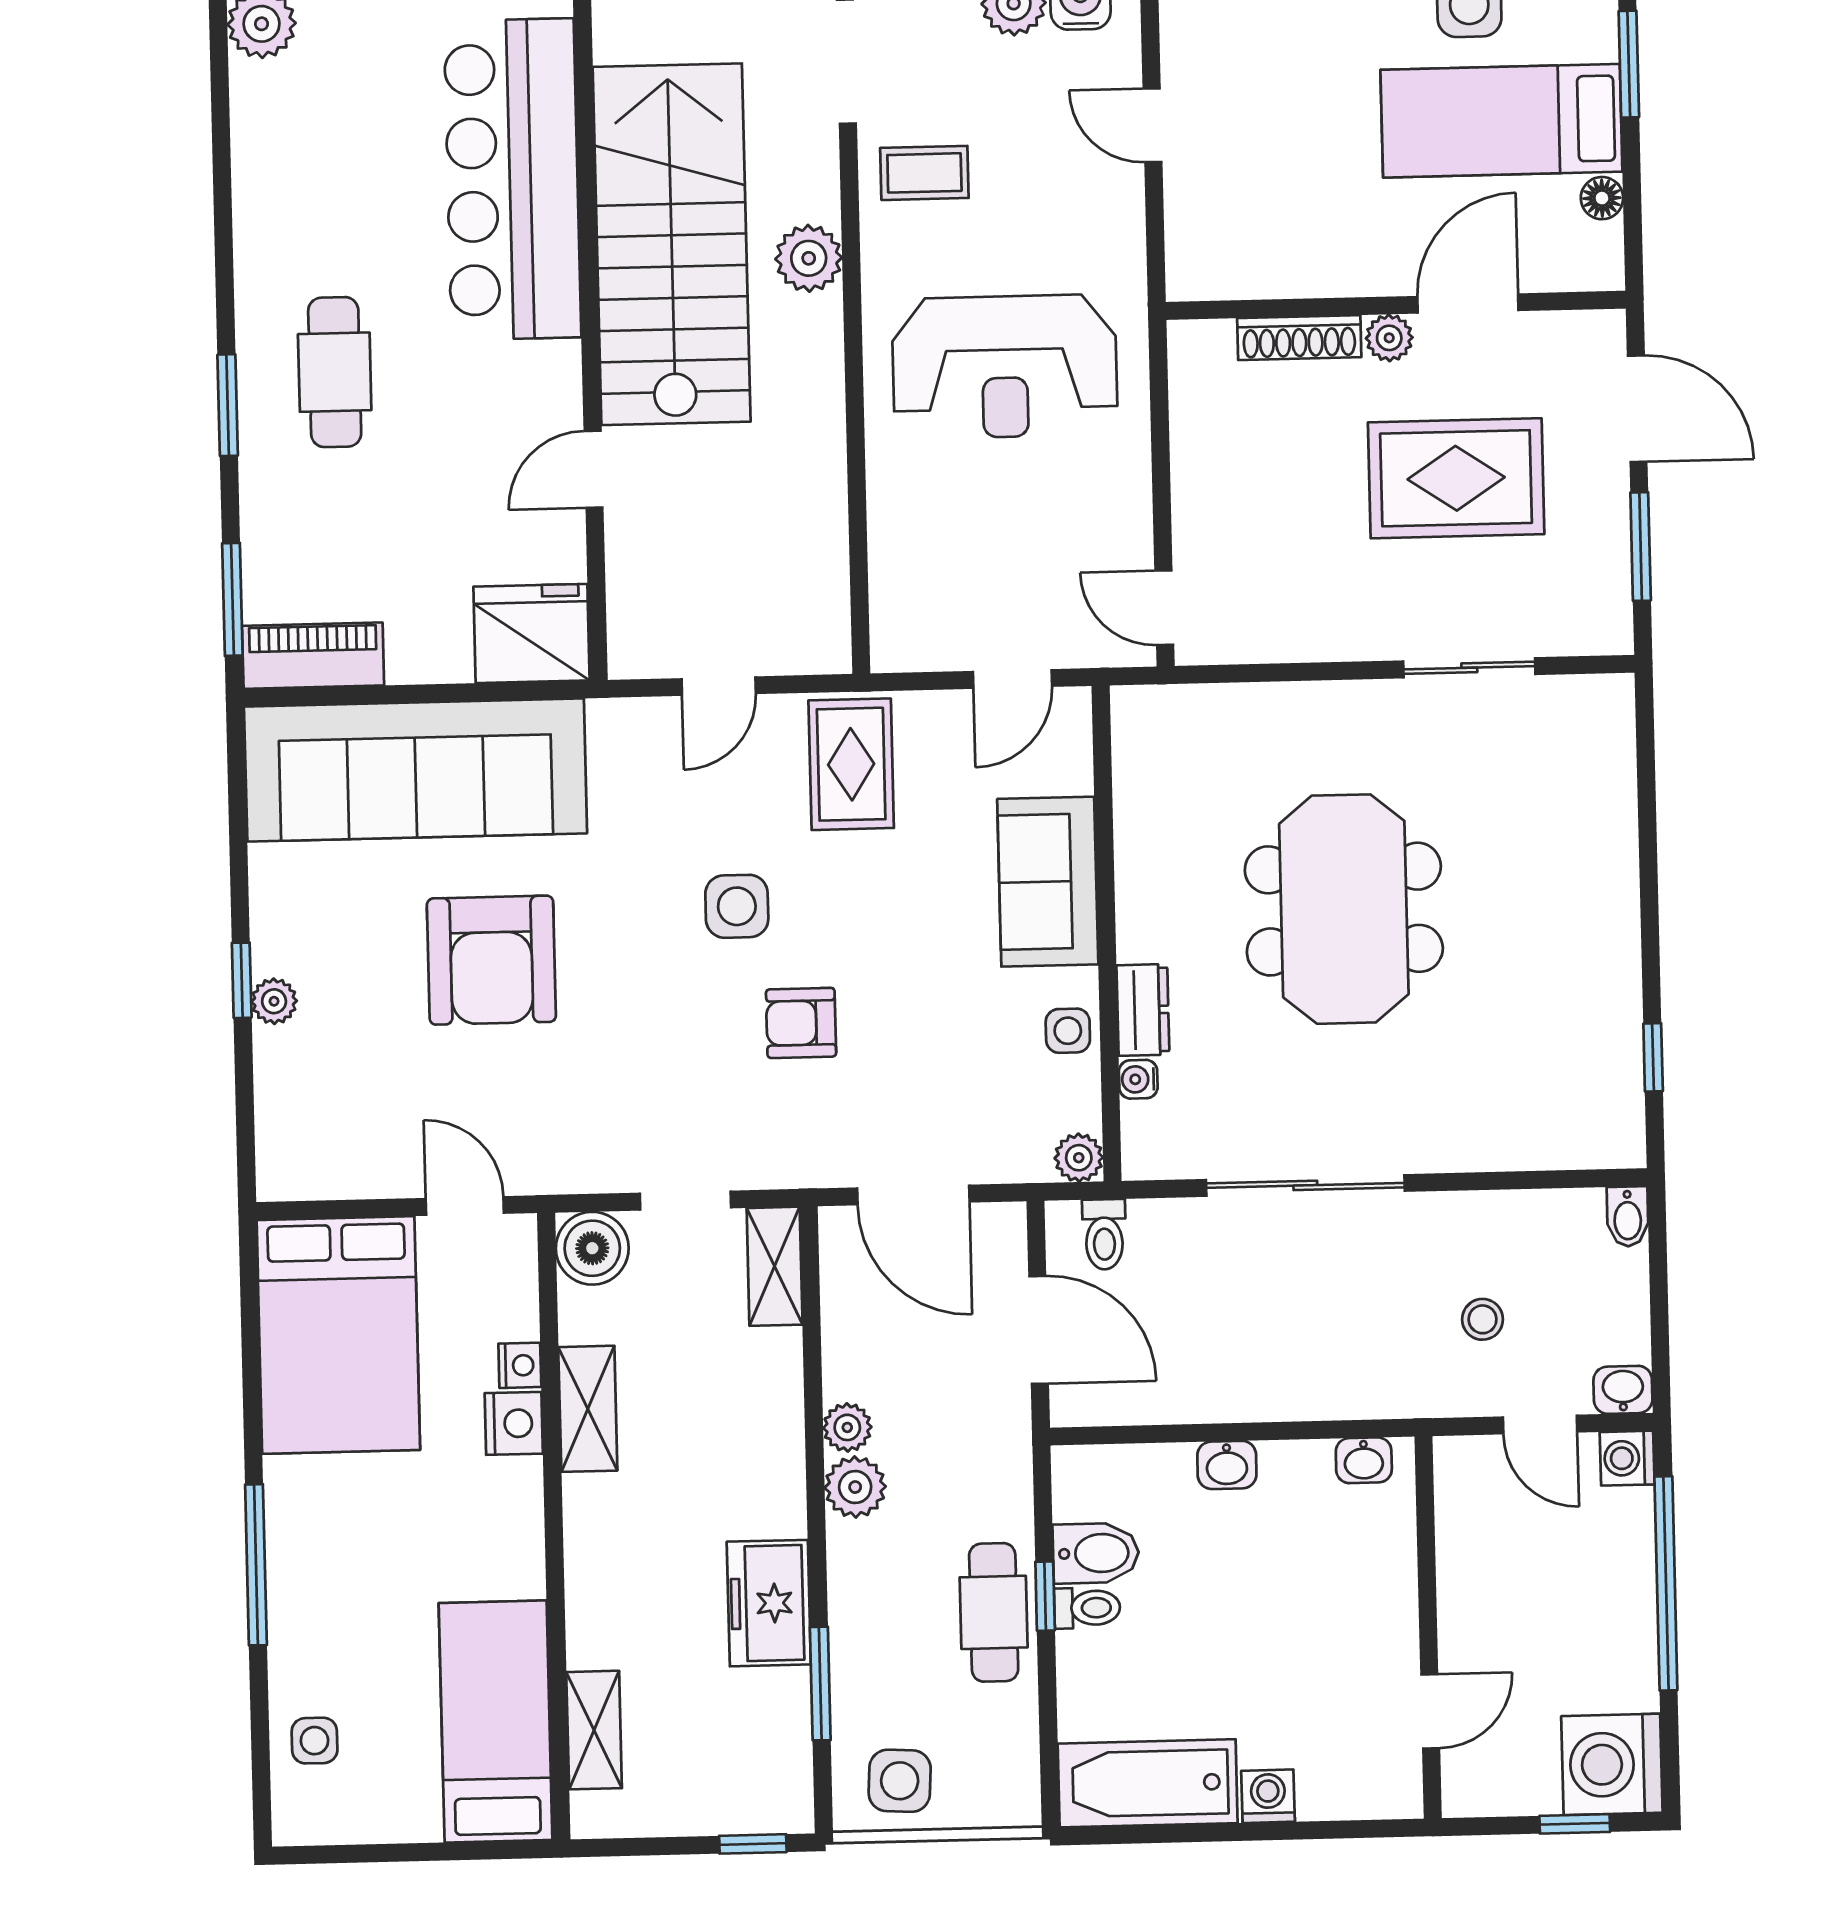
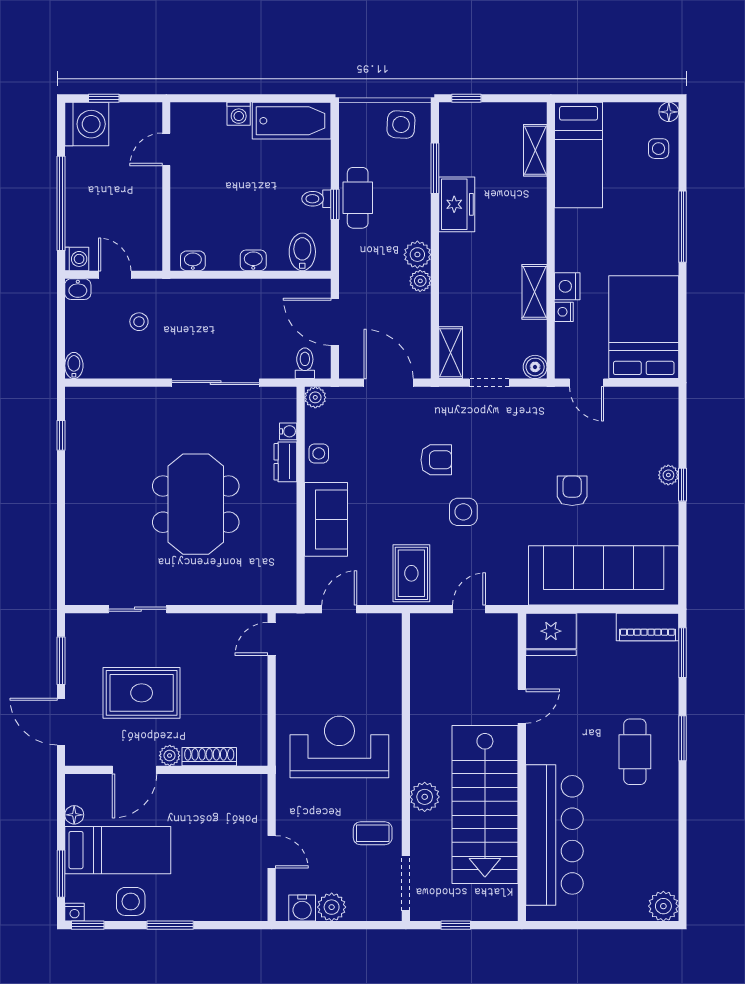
door: (1164, 608) -> (272, 639), swing flipped
armchair: (491, 960) -> (572, 491), width x0.53, depth x0.53
boiler: (592, 1248) -> (535, 367), width x0.73, depth x0.73
bidet: (1096, 1553) -> (302, 252), moved, turned 90
floor lamp: (293, 1824) -> (669, 112), added

